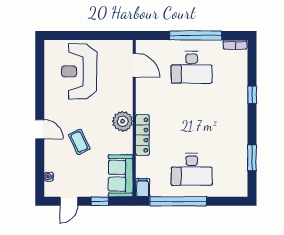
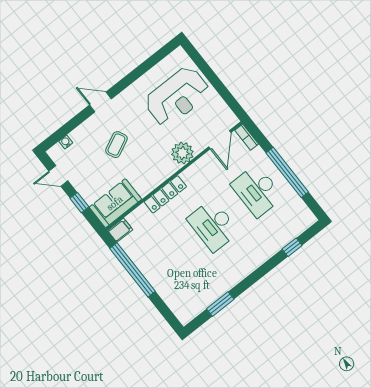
bookcase: (235, 45) -> (247, 137), moved
reception desk: (79, 71) -> (177, 97), turned 180
window: (252, 95) -> (292, 247), moved
plant: (123, 121) -> (182, 153), moved
door: (40, 129) -> (101, 102), swing flipped
desk: (192, 169) -> (213, 225), moved

